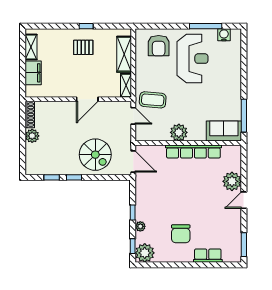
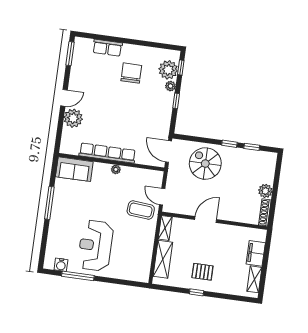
armchair: (159, 46) -> (127, 263), removed
window: (244, 116) -> (49, 203), moved
plant: (179, 132) -> (116, 169), width x0.53, depth x0.53
plant: (145, 253) -> (168, 70), moved

